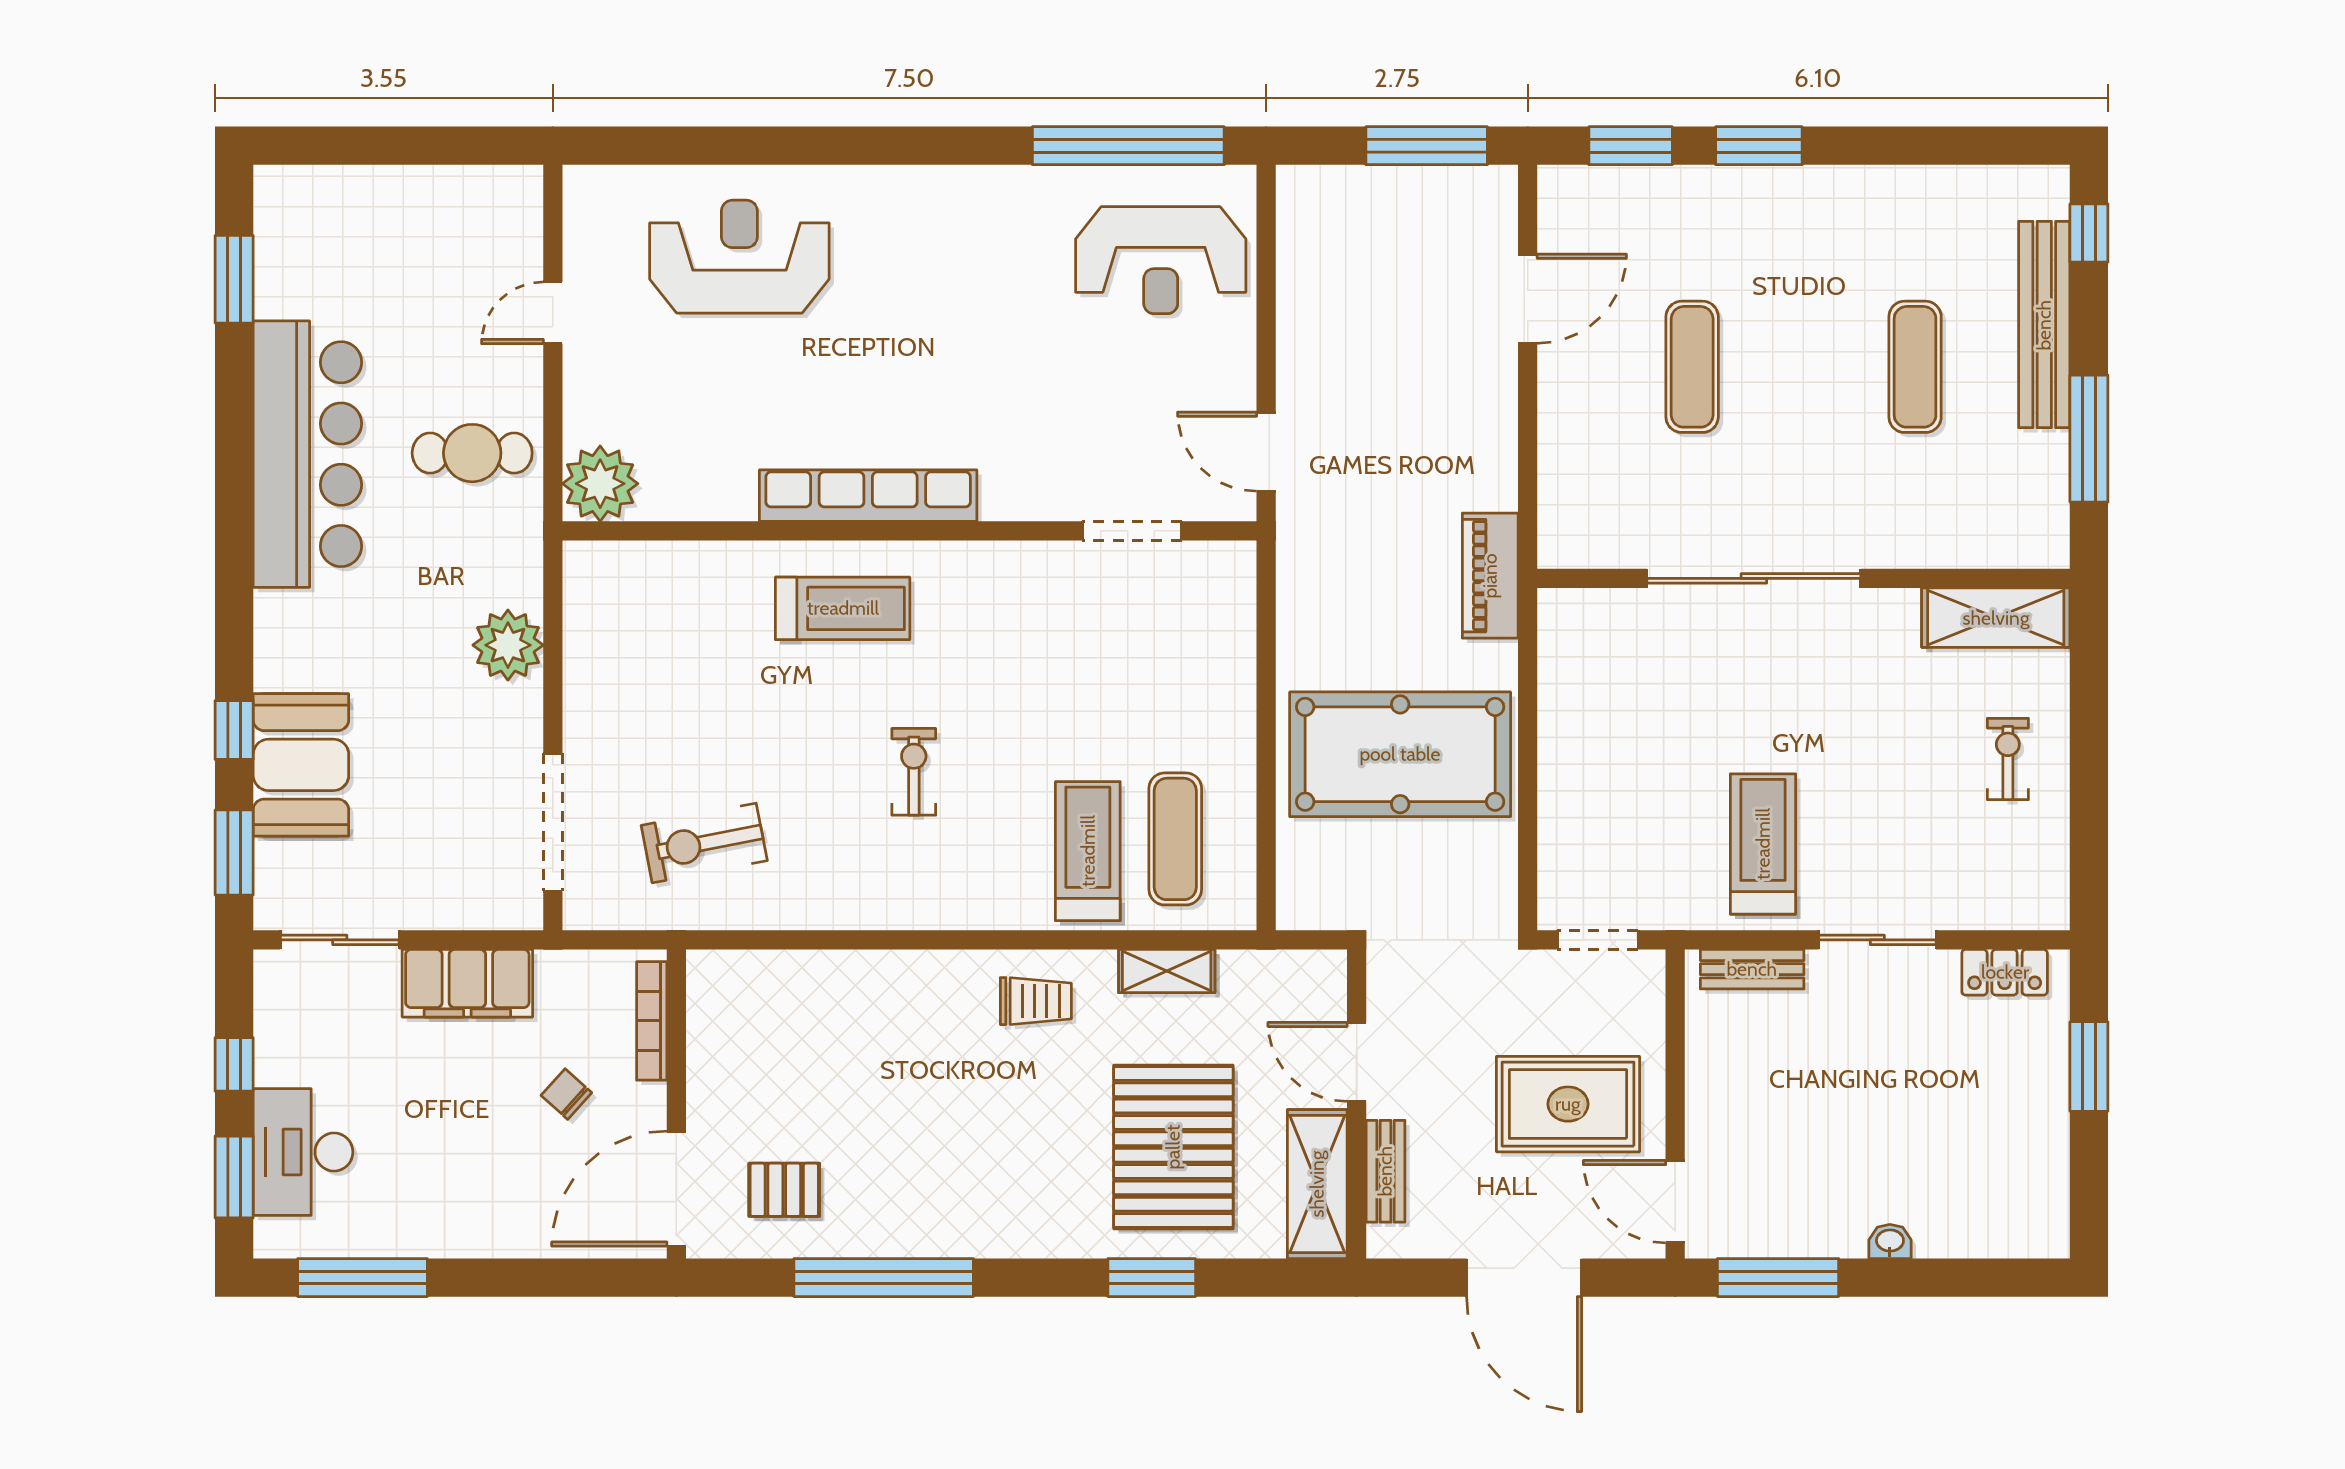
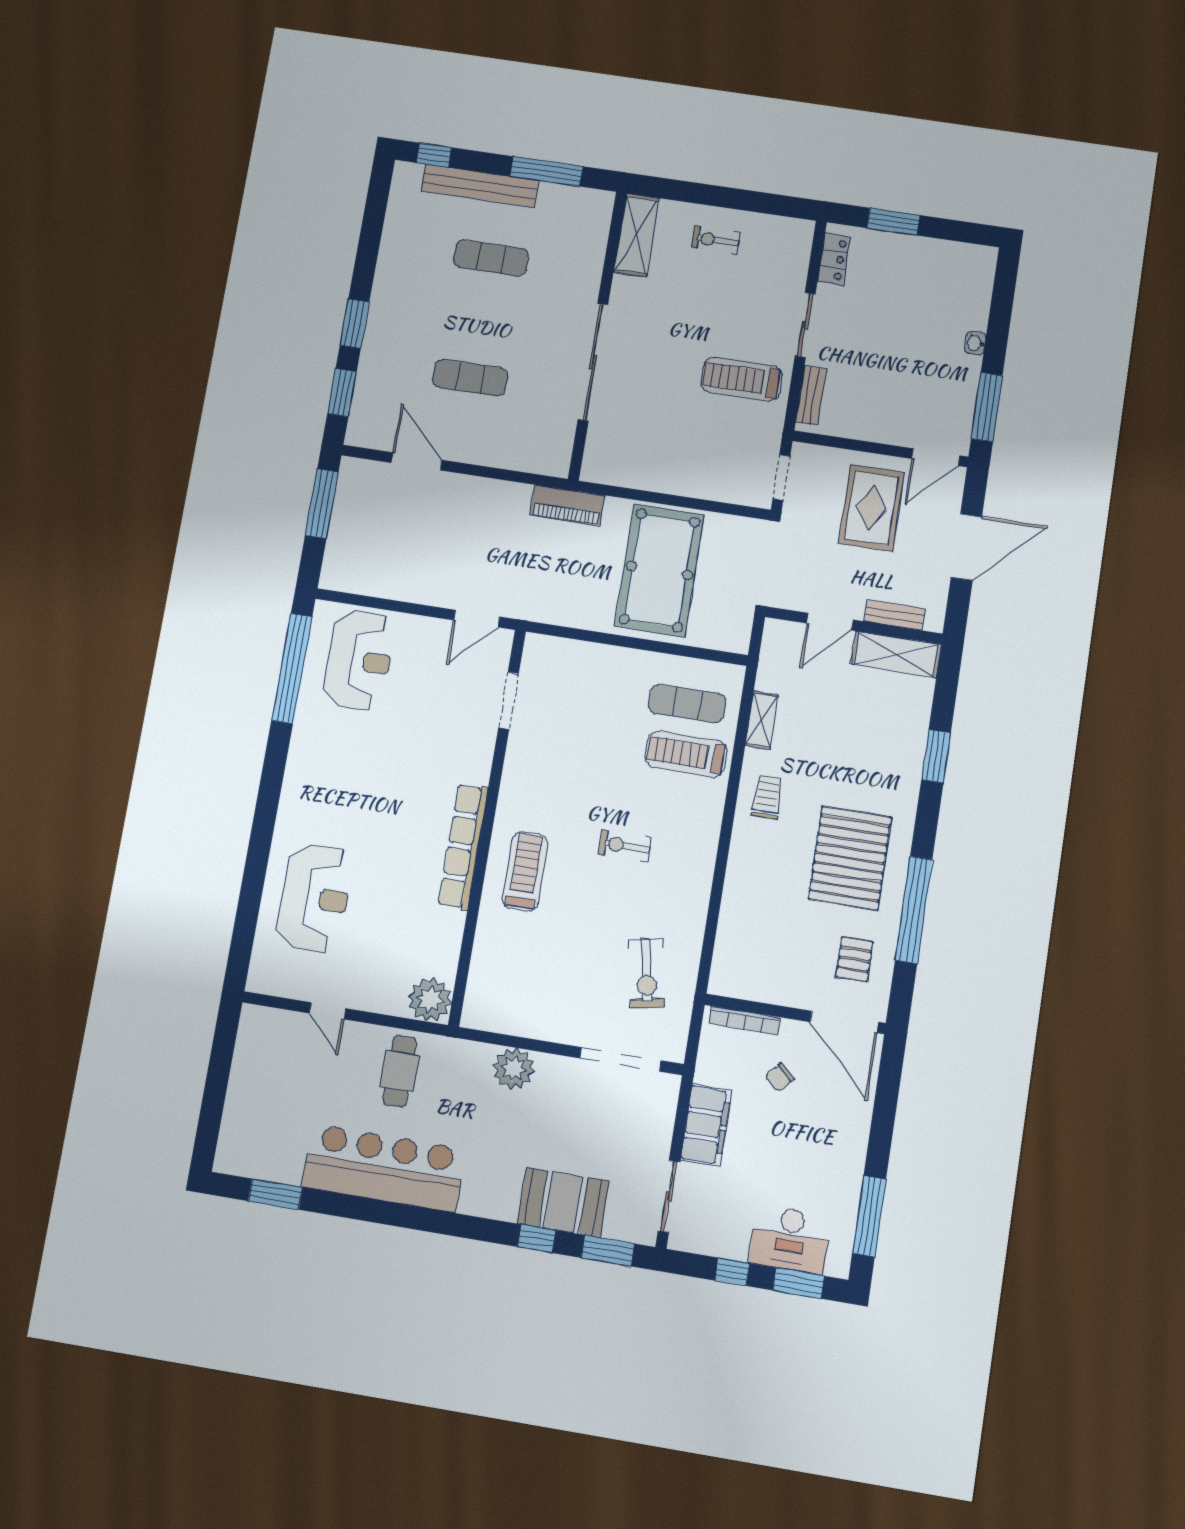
reception desk: (739, 257) -> (315, 898), turned 180
pallet: (1173, 1147) -> (850, 858), moved, turned 90

